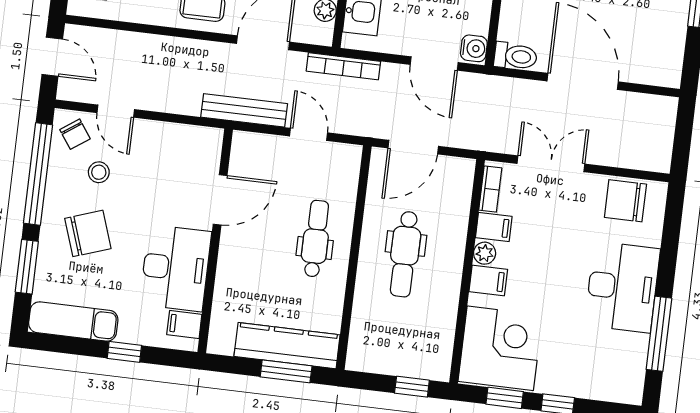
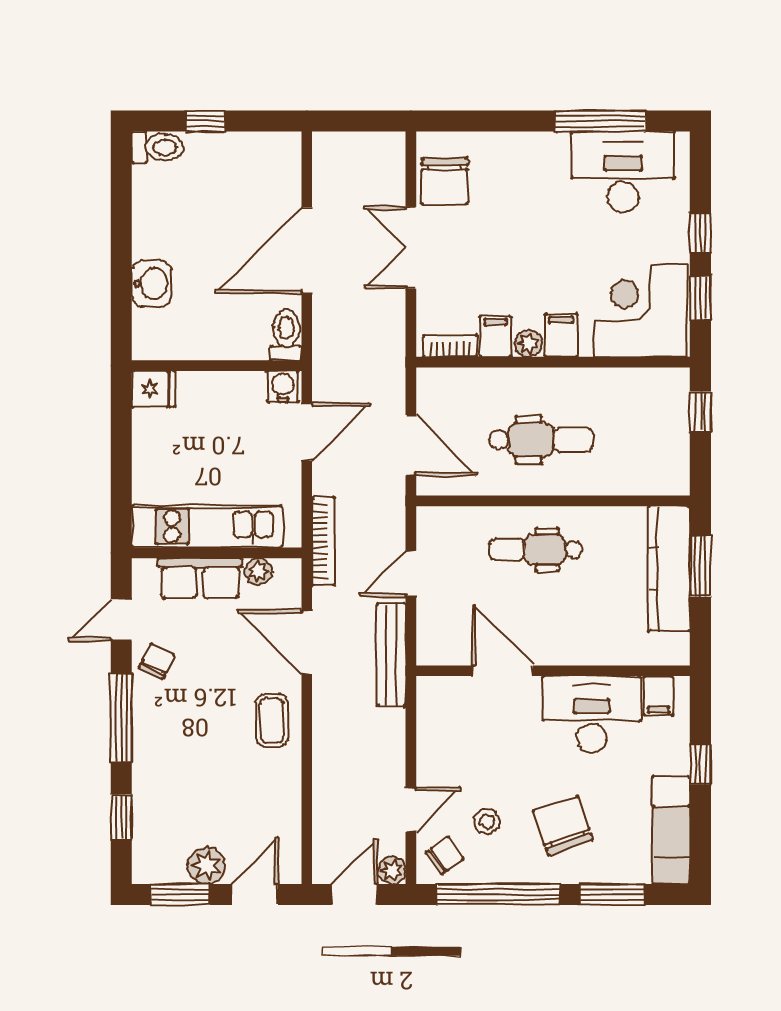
plant: (68, 90) -> (392, 870), added
double door: (551, 164) -> (411, 248), moved
desk: (622, 287) -> (623, 172), moved

